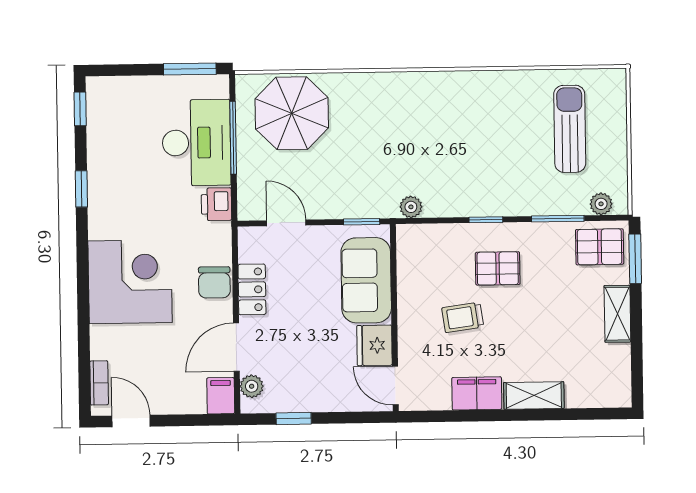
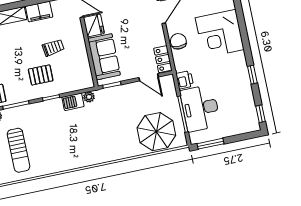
barbecue: (444, 203) -> (73, 102), added
locker: (252, 289) -> (163, 59), moved

